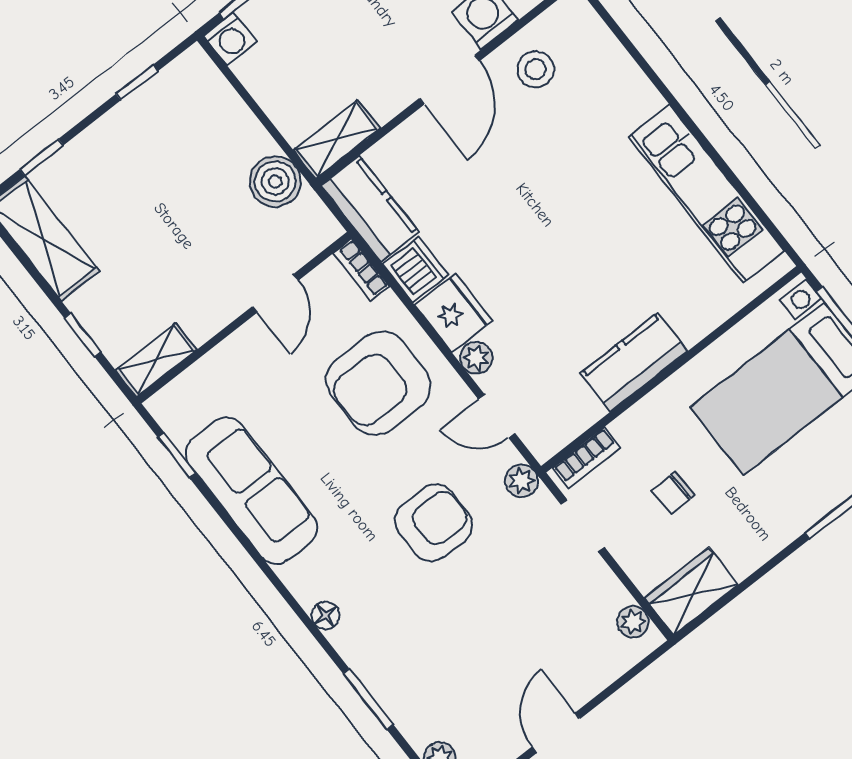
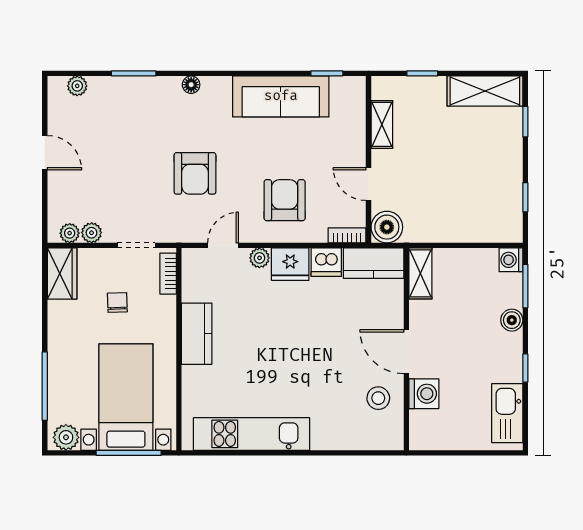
boiler: (275, 181) -> (387, 227), moved
shelving: (156, 360) -> (382, 124), moved
armchair: (379, 383) -> (285, 200), width x0.73, depth x0.73
plant: (521, 481) -> (92, 233), moved

